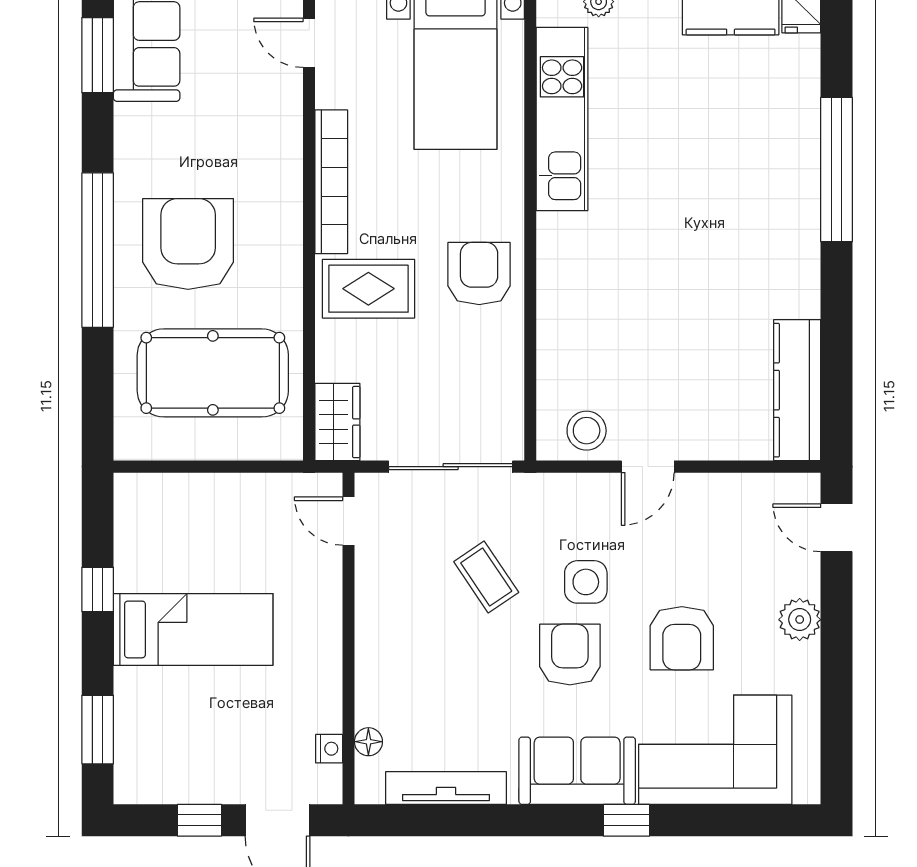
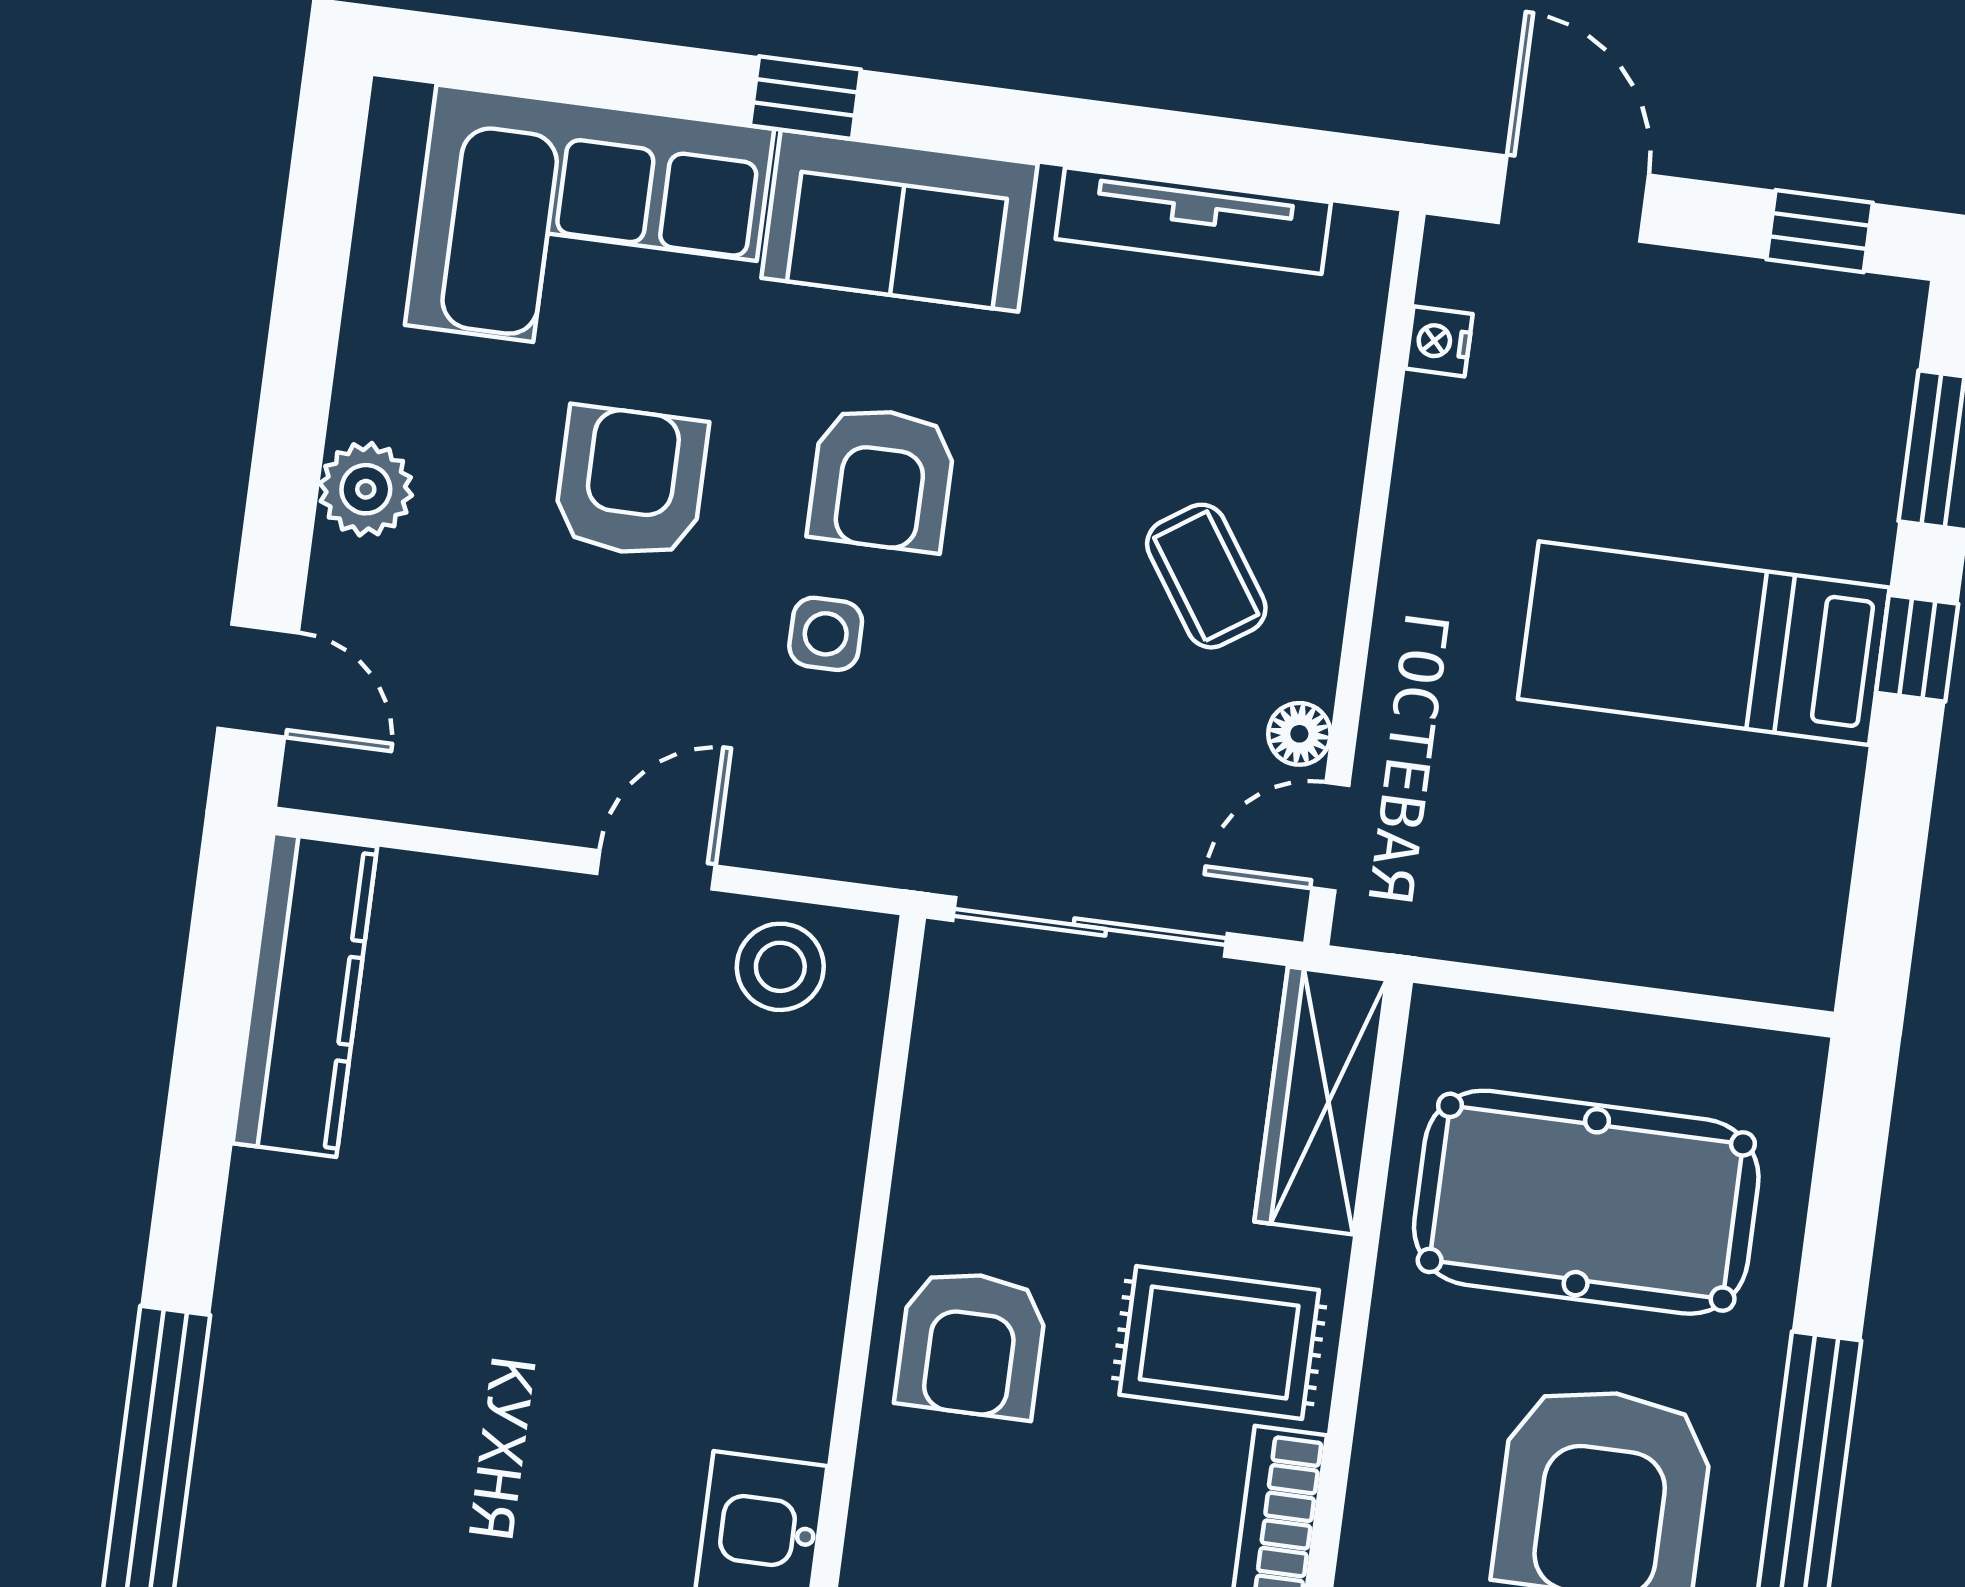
wardrobe: (337, 422) -> (1321, 1101), width x1.50
door: (349, 521) -> (1330, 837), swing flipped
coffee table: (486, 577) -> (1206, 576), moved
side table: (586, 582) -> (826, 634), width x0.73, depth x0.73
window: (98, 590) -> (1917, 648), moved
floor lamp: (368, 742) -> (1299, 734), moved
window: (199, 820) -> (1820, 231), moved

